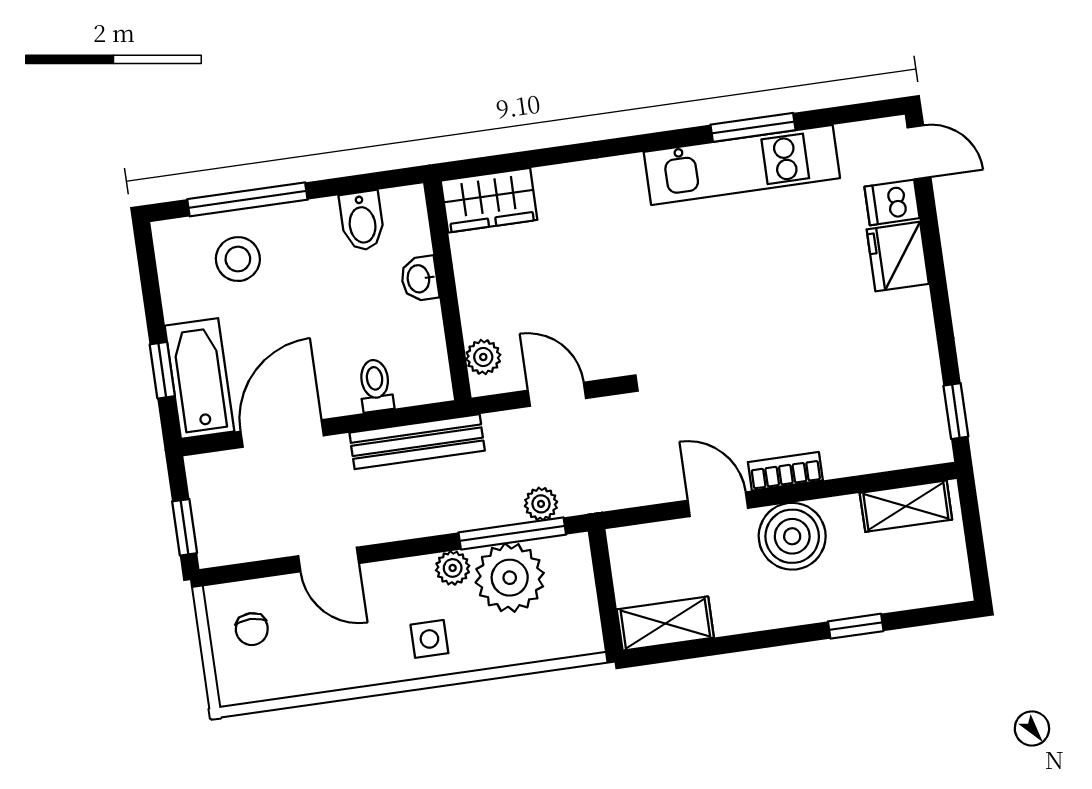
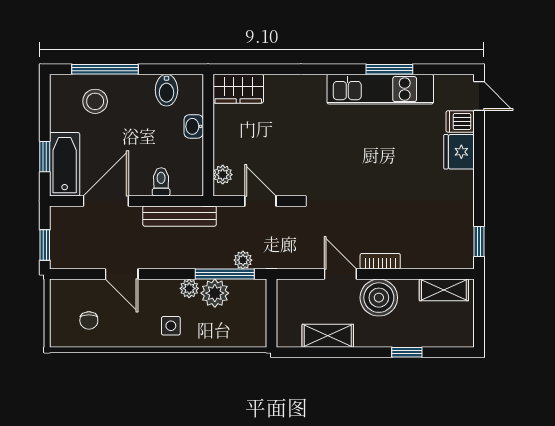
plant: (510, 578) -> (215, 293), width x0.73, depth x0.73
shelving: (665, 623) -> (328, 336), moved
chair: (252, 629) -> (89, 320), moved

